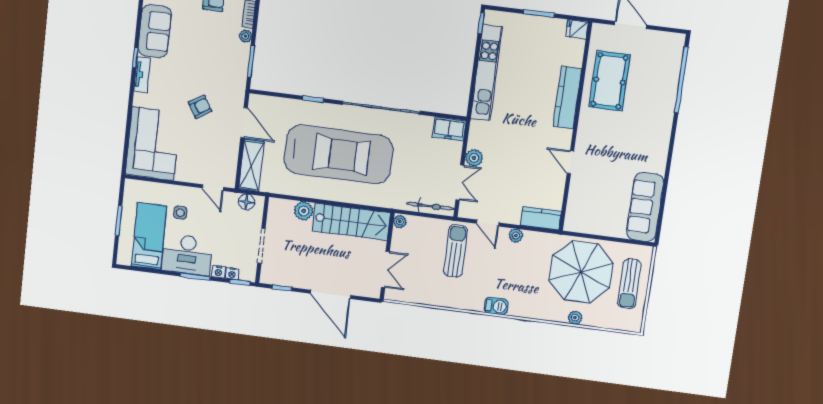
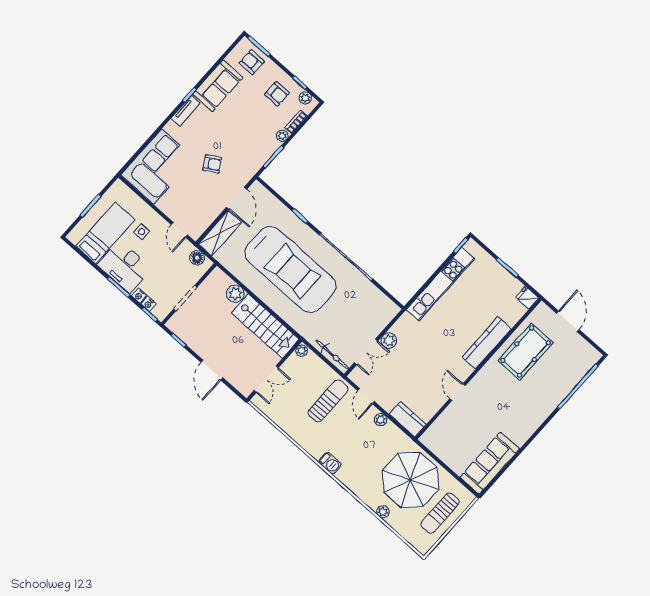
freezer: (449, 129) -> (385, 307), removed
door: (331, 294) -> (212, 370), width x0.73

